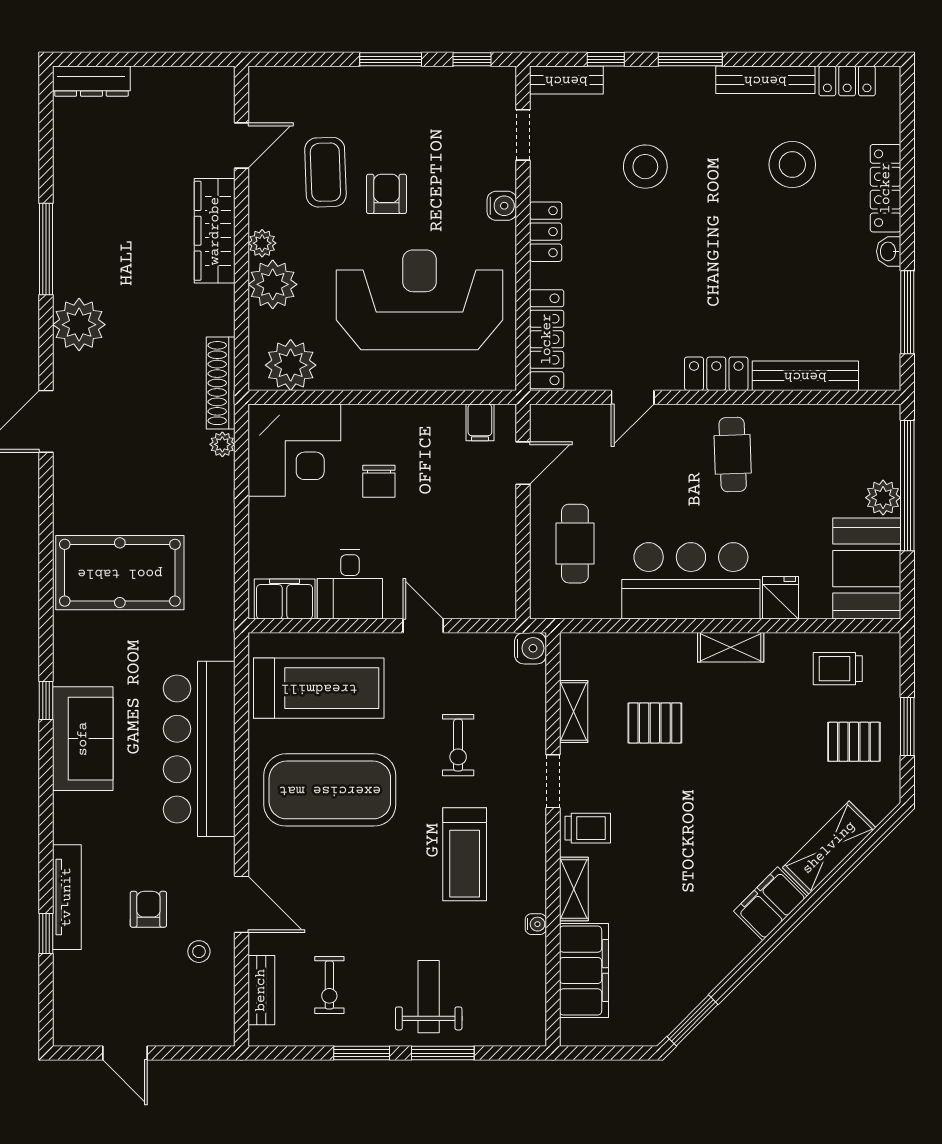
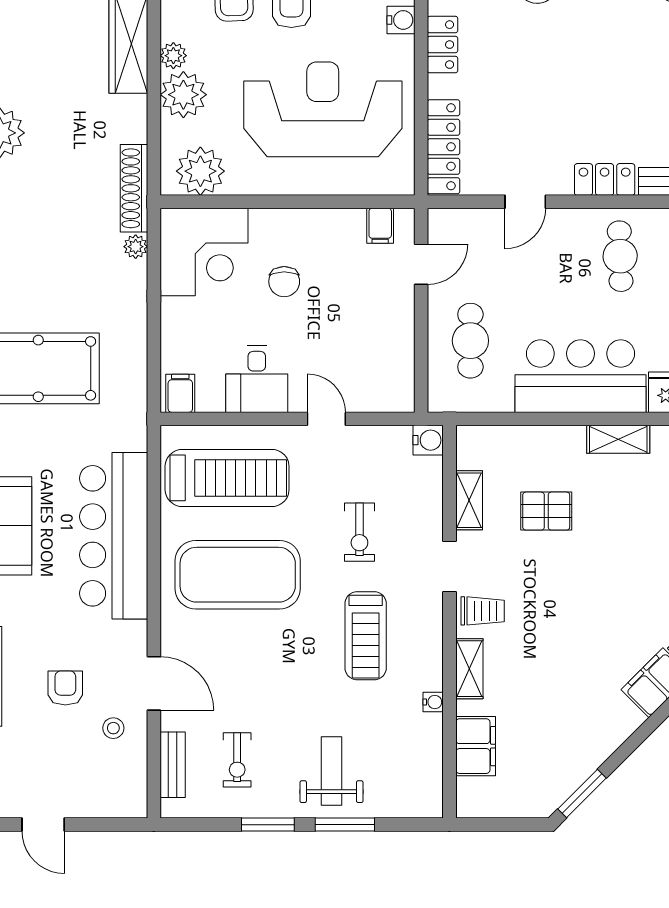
filing cabinet: (285, 599) -> (180, 393), width x0.50
filing cabinet: (584, 970) -> (476, 746), width x0.67, depth x0.86

